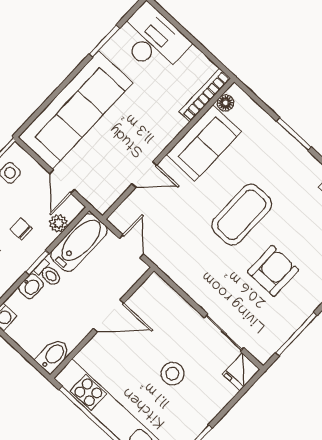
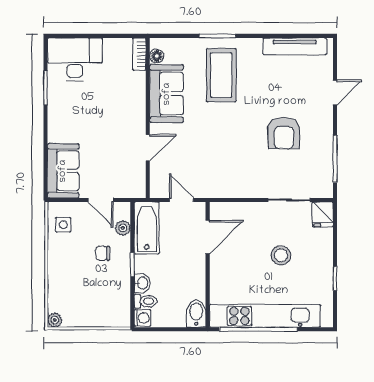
bookcase: (205, 95) -> (139, 54), width x0.64
sofa: (75, 110) -> (63, 171), width x0.54, depth x0.79
coffee table: (242, 215) -> (221, 75), moved
armchair: (273, 271) -> (284, 133), turned 180
toilet: (48, 273) -> (145, 301), moved
door: (109, 316) -> (208, 237), moved

